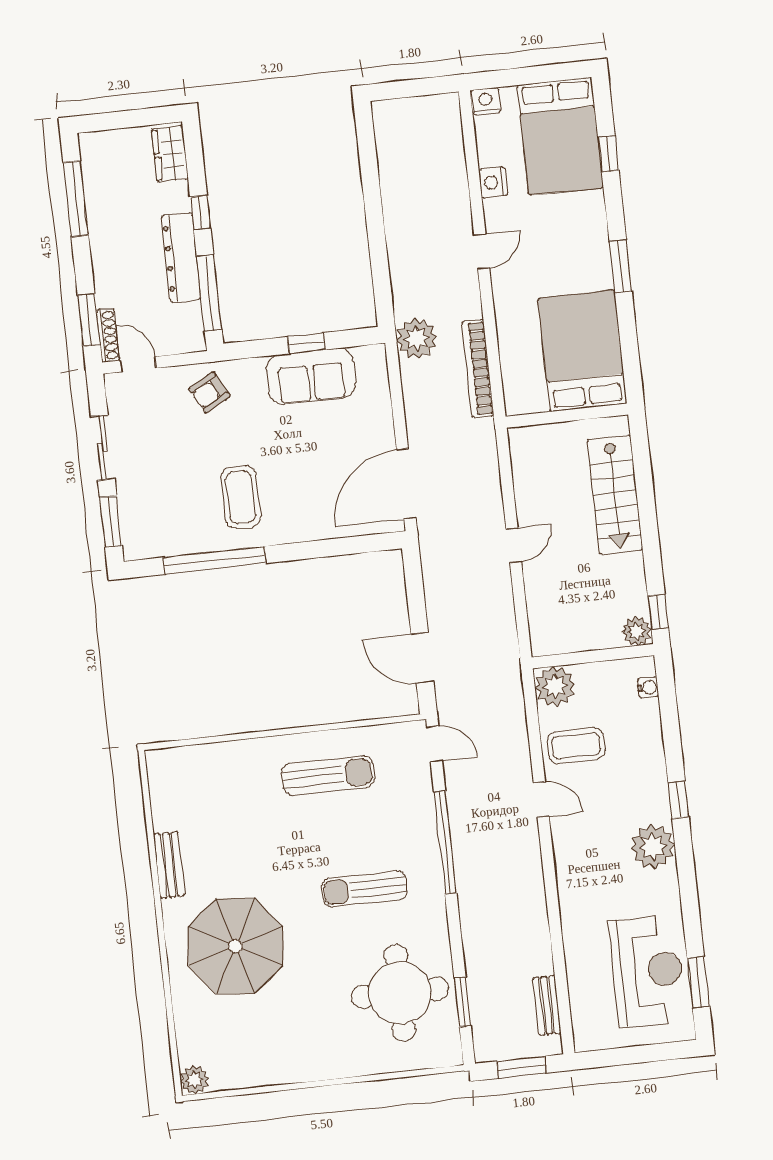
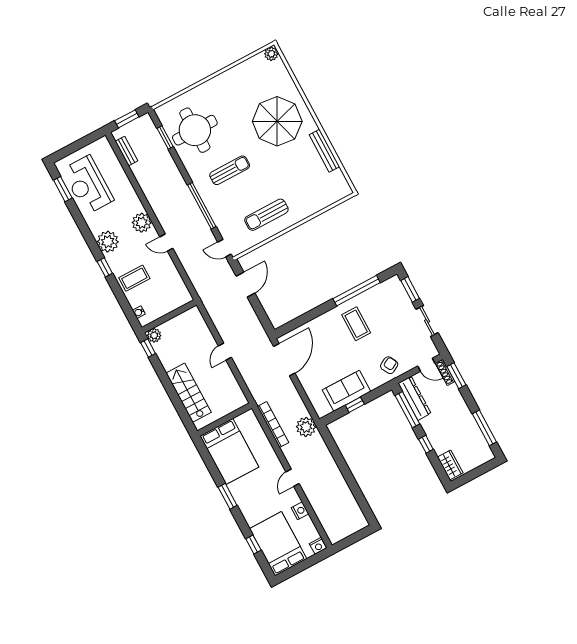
dresser: (181, 257) -> (414, 398), moved
door: (422, 658) -> (246, 285), hinge flipped
plant: (555, 686) -> (142, 223), moved
coffee table: (576, 746) -> (134, 278), moved
bench: (169, 865) -> (324, 151), width x1.36

